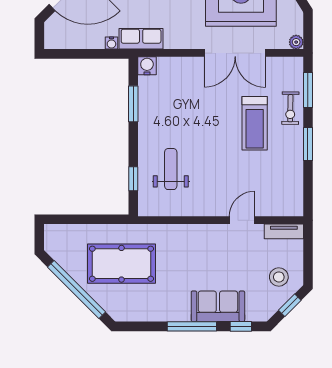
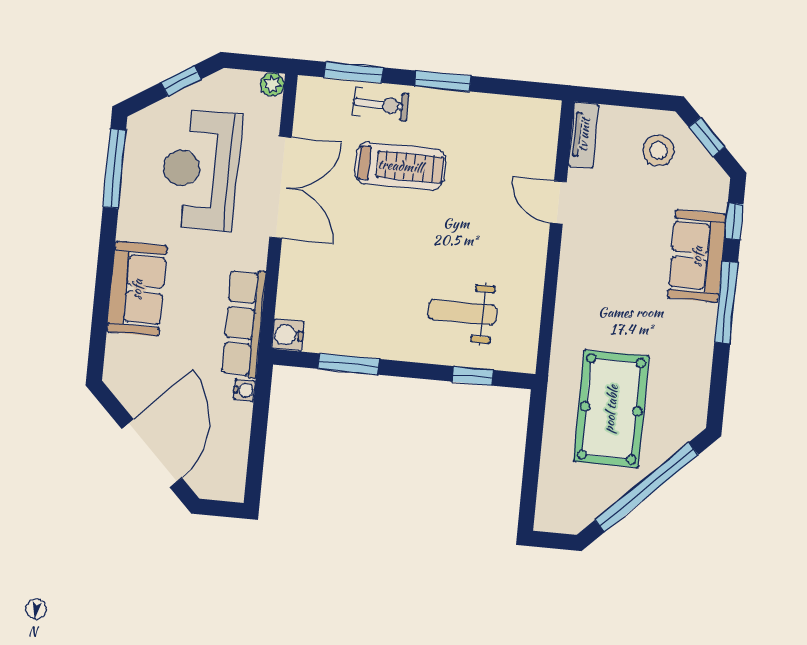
row of seats: (141, 39) -> (244, 323), width x1.48

